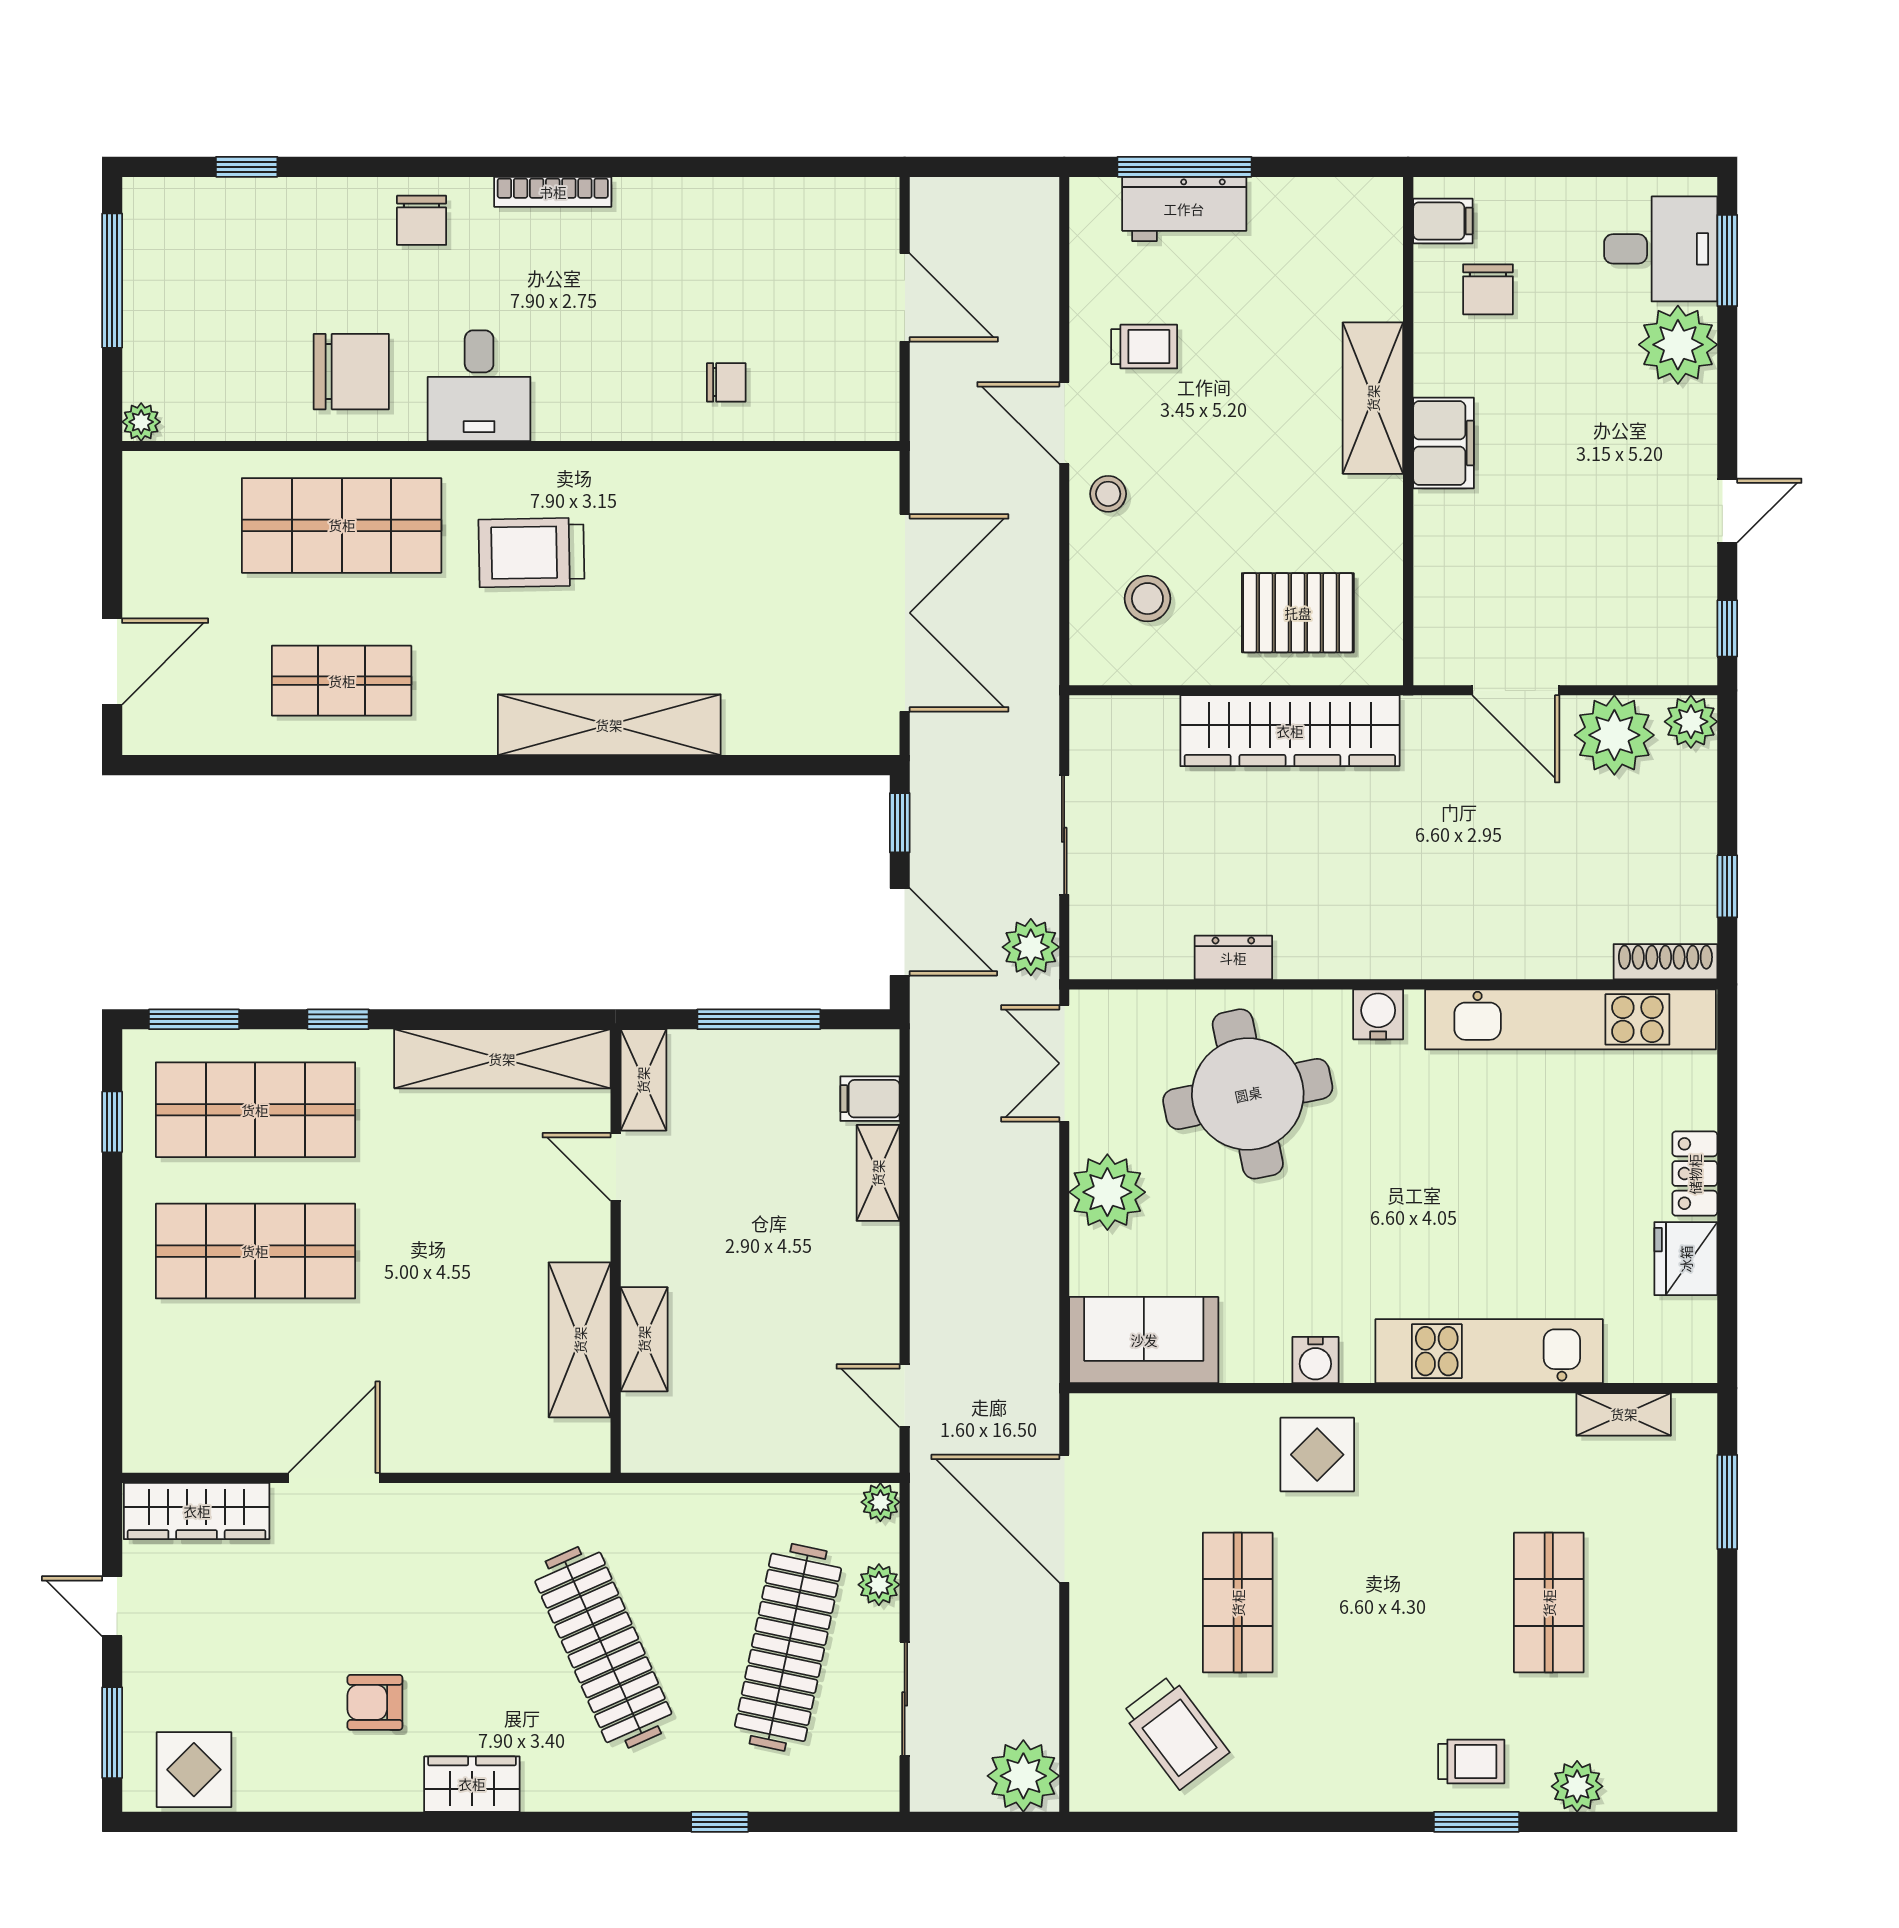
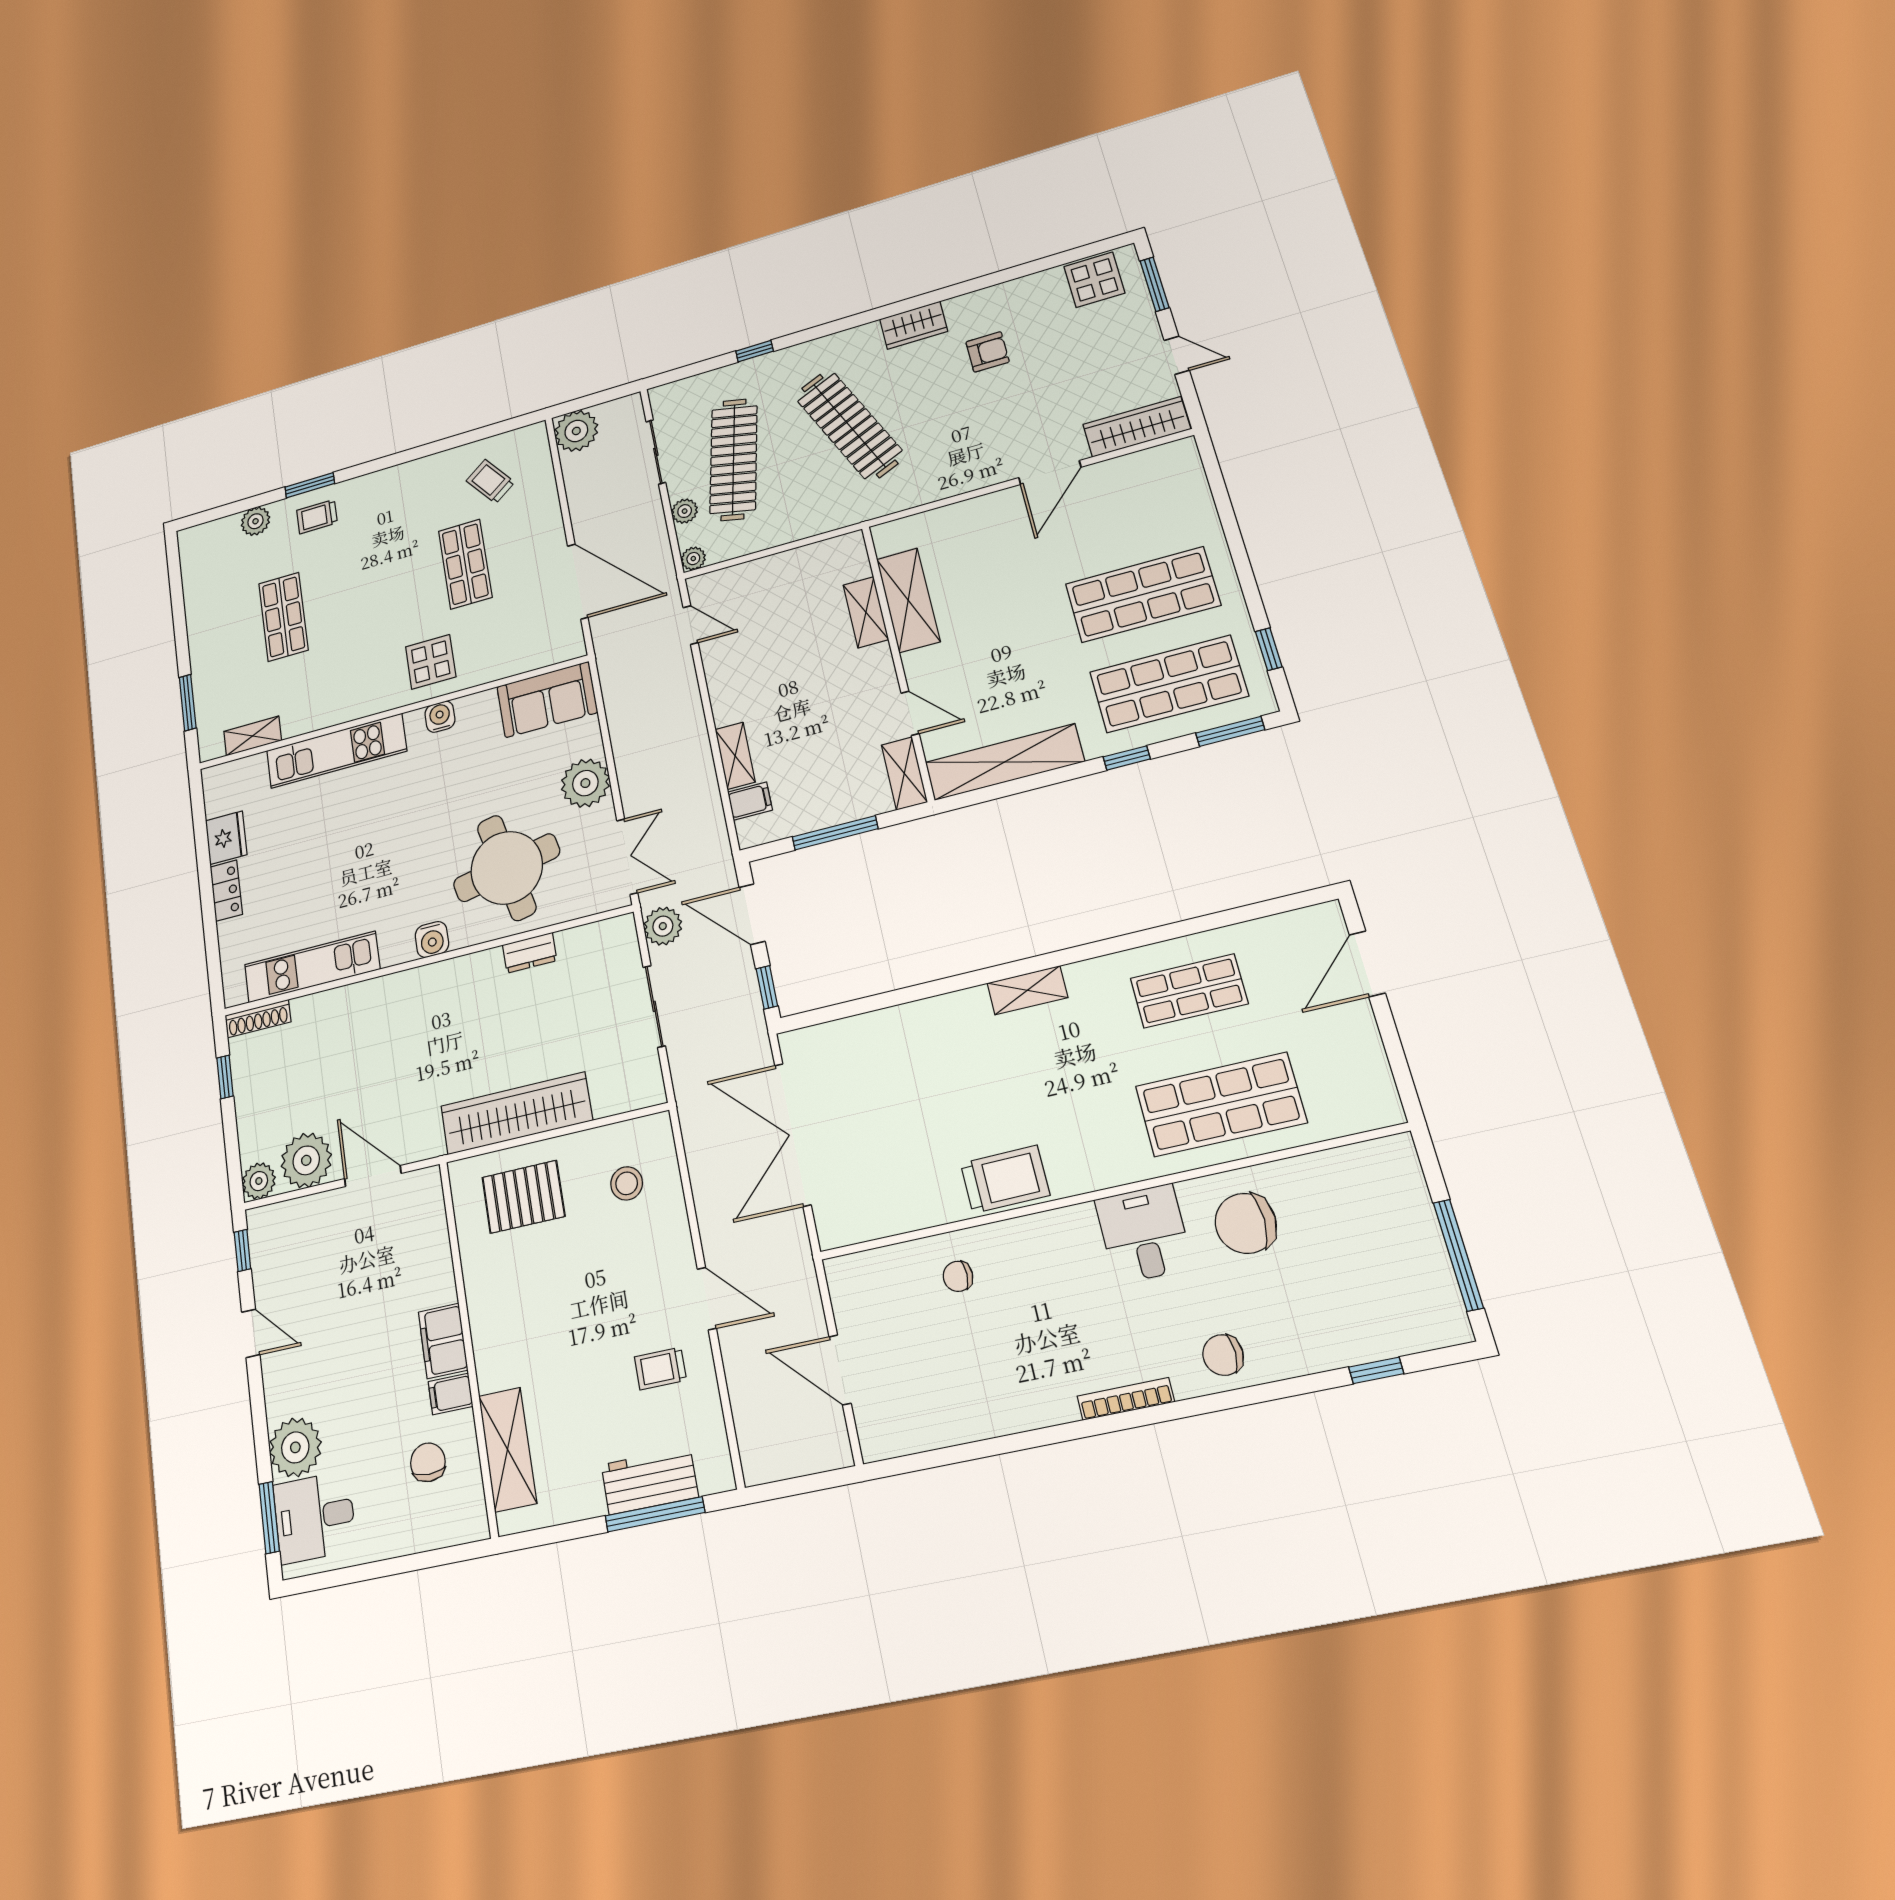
chair: (422, 220) -> (1223, 1355), turned -90
filing cabinet: (1443, 221) -> (451, 1394), moved
shelving: (1373, 398) -> (508, 1449), moved
plant: (141, 422) -> (1400, 1148), removed
stool: (1108, 494) -> (667, 1253), removed
door: (1727, 511) -> (251, 1333), swing flipped
trolley: (531, 553) -> (1005, 1179), moved
shelving: (609, 725) -> (1027, 990), width x0.45, depth x0.75
kitchen unit: (1571, 1019) -> (312, 967), width x0.73
trolley: (1175, 1732) -> (490, 481), width x0.73, depth x0.72

